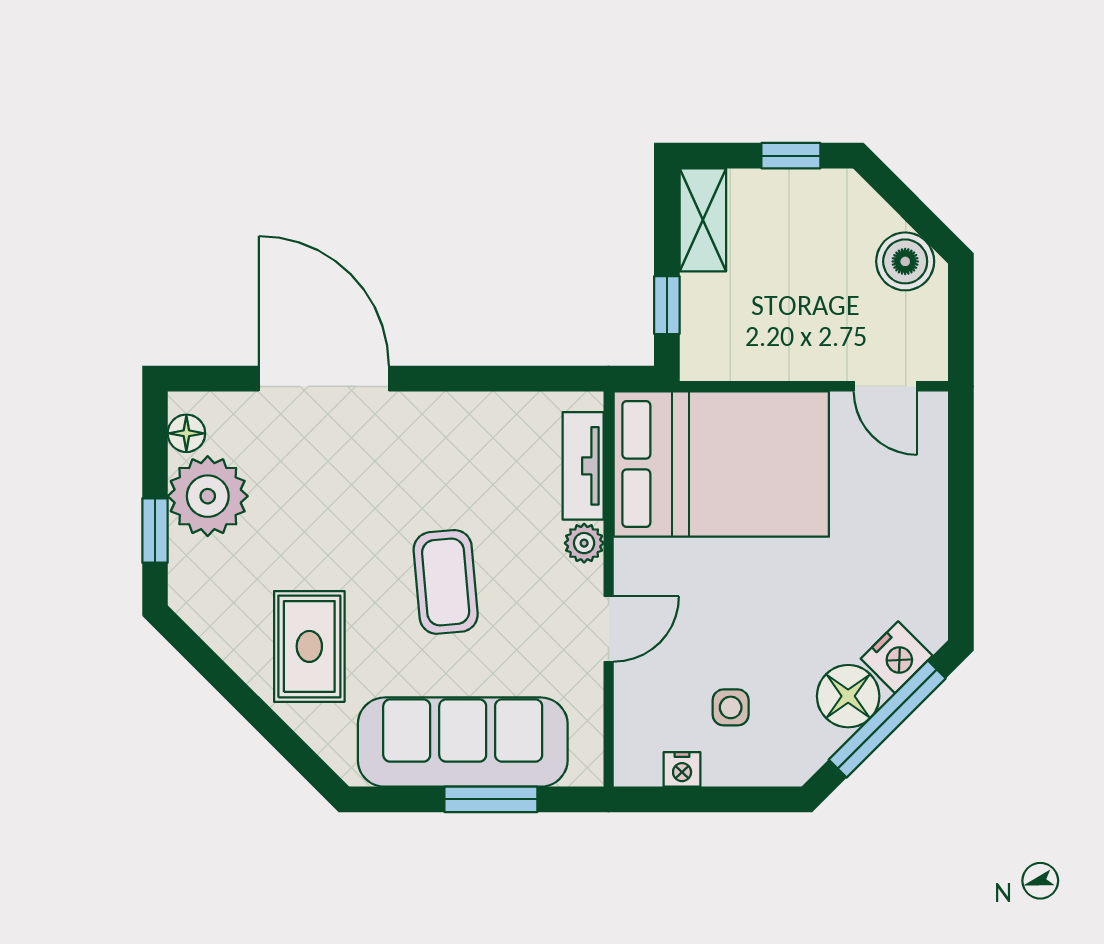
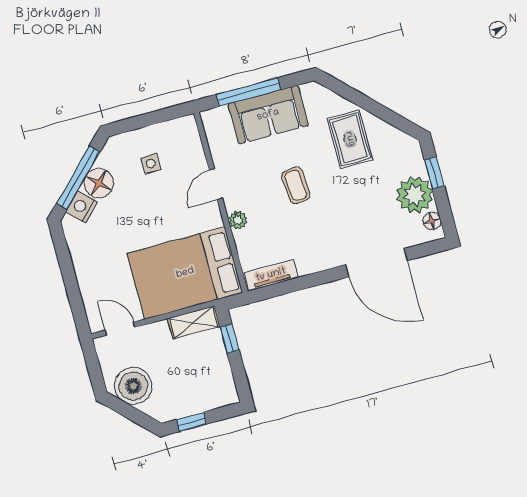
shelving: (703, 220) -> (194, 322), moved, turned 90
boiler: (905, 261) -> (133, 386), width x1.37, depth x1.37
tv unit: (583, 466) -> (271, 275), moved, turned -90
coffee table: (446, 582) -> (296, 185), width x0.73, depth x0.77
sofa: (463, 742) -> (268, 115), width x0.73
nightstand: (682, 769) -> (165, 129), removed
window: (491, 799) -> (248, 92), width x1.44

